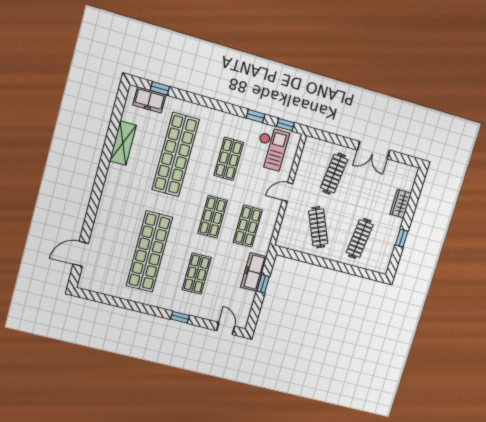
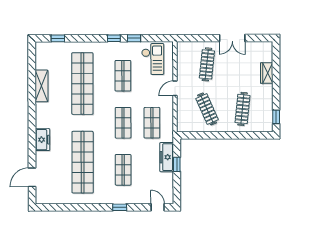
freezer: (149, 100) -> (43, 140), moved, turned -90
window: (285, 125) -> (114, 38), moved
window: (402, 238) -> (276, 117), moved

